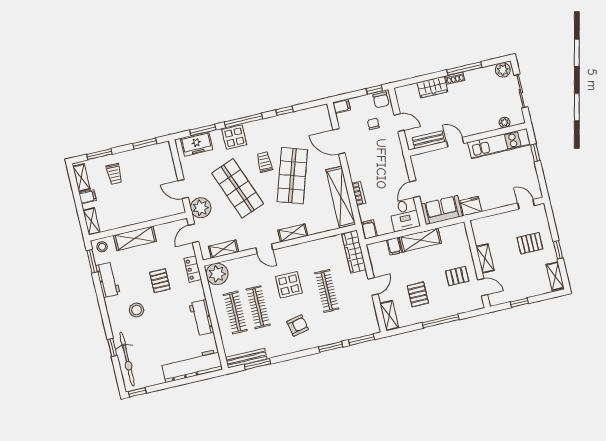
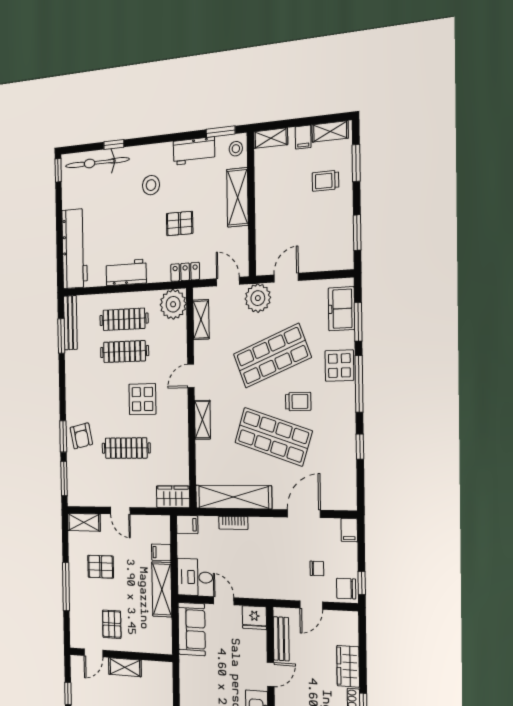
fridge: (471, 206) -> (254, 618), moved, turned 90
wardrobe: (354, 252) -> (173, 497), width x0.67
armchair: (298, 325) -> (81, 436), moved

